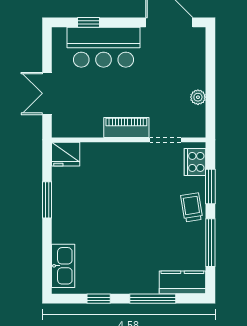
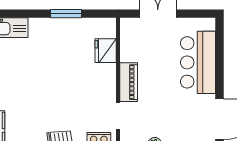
window: (89, 22) -> (219, 49), removed
fridge: (66, 154) -> (106, 51), moved

